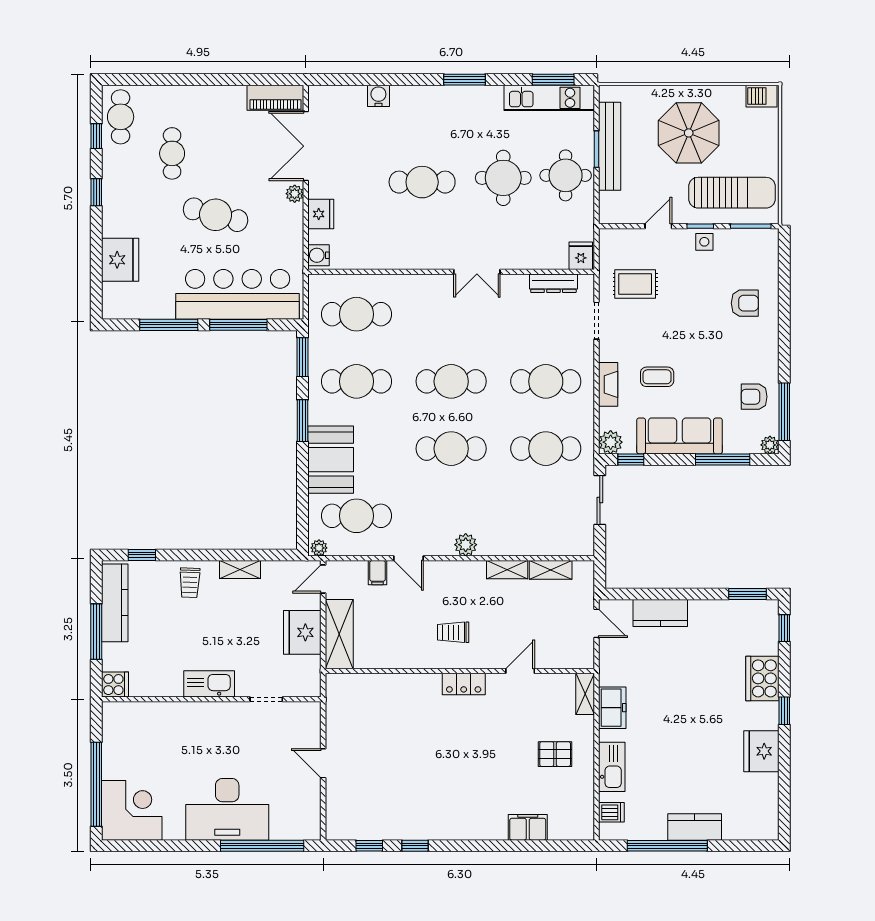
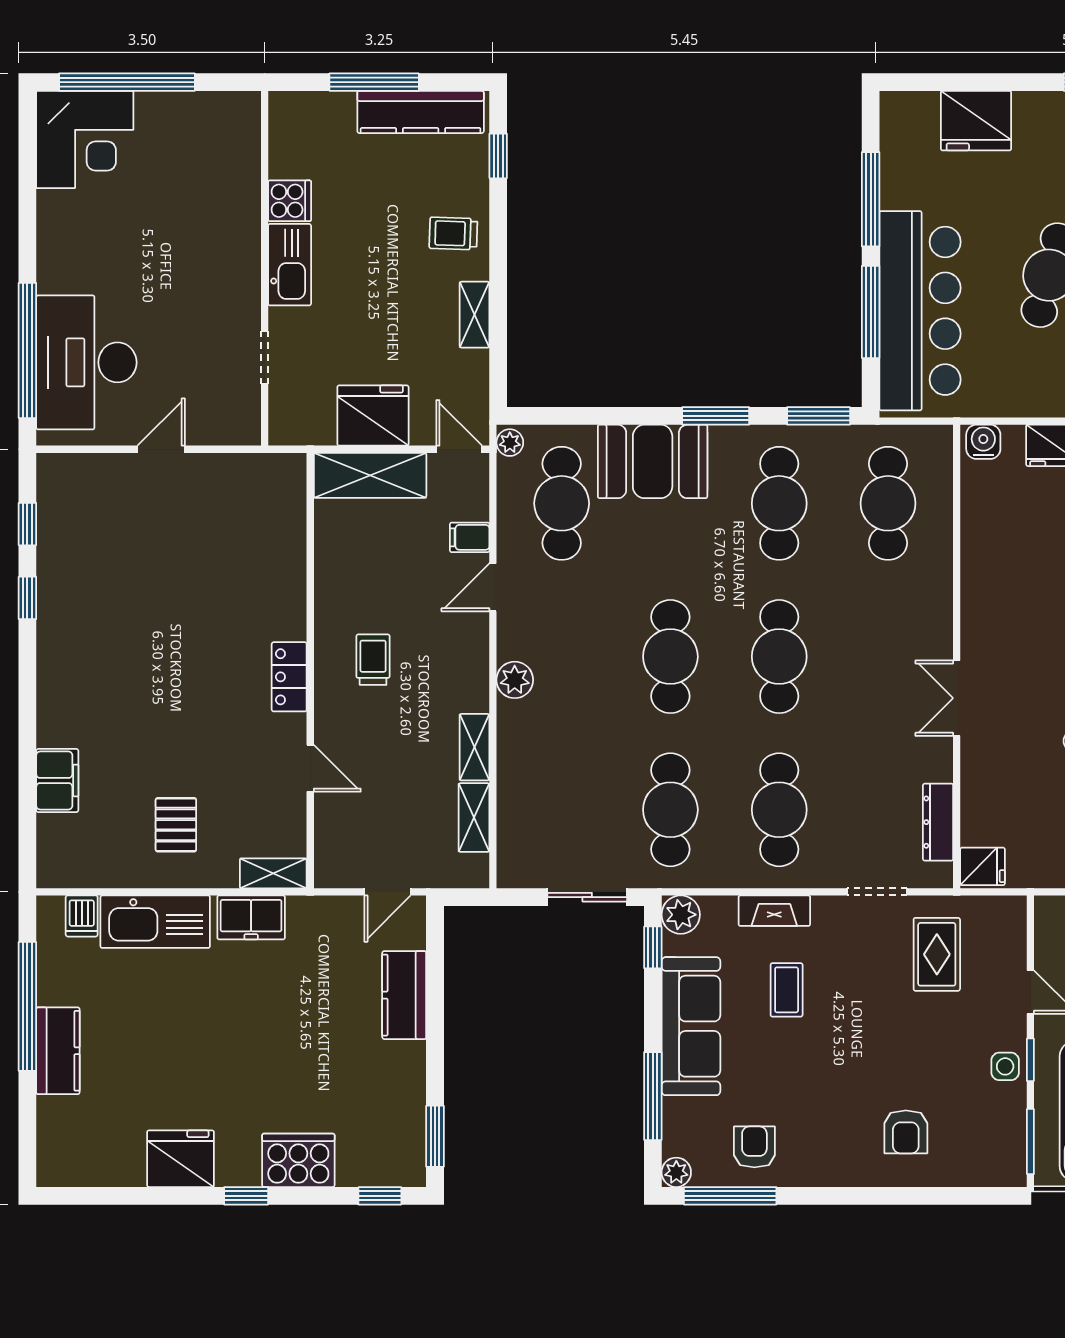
cooker: (115, 685) -> (290, 201), moved, turned -90
kitchen sink: (612, 767) -> (155, 922), width x1.36, depth x1.24
desk: (227, 809) -> (86, 362), moved

